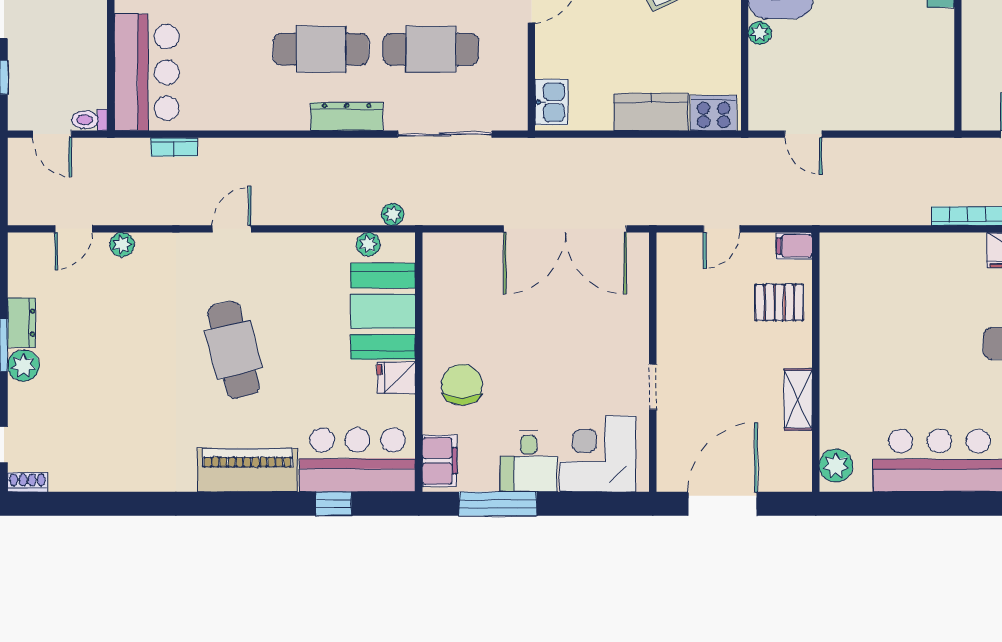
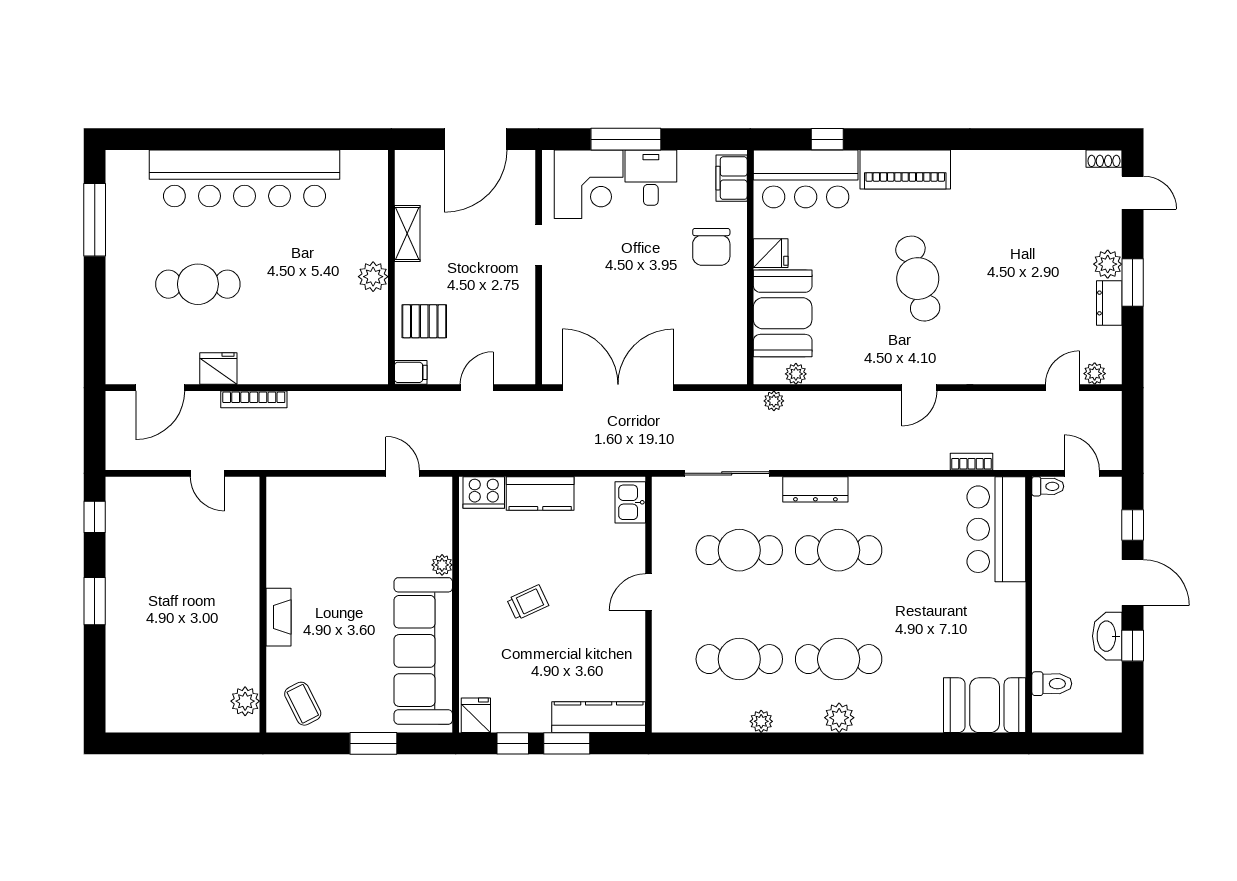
plant: (122, 245) -> (1095, 374), moved
plant: (836, 466) -> (373, 277), moved
window: (498, 504) -> (626, 139), moved

